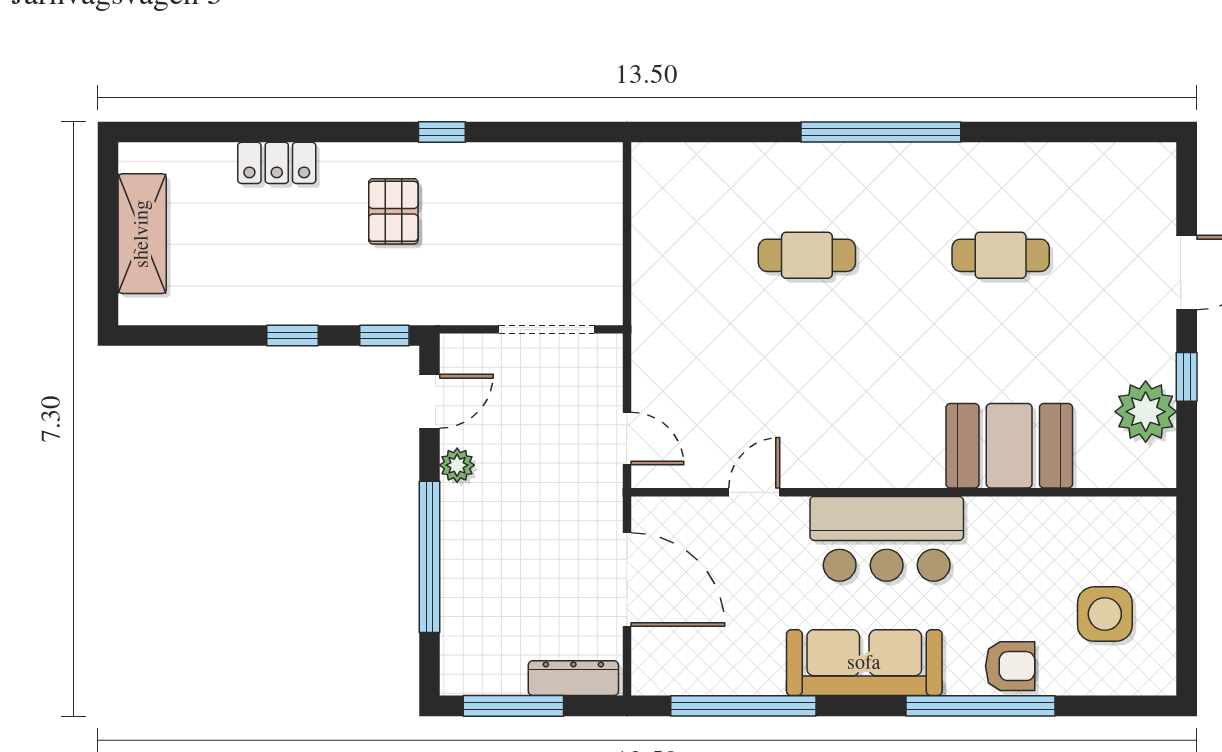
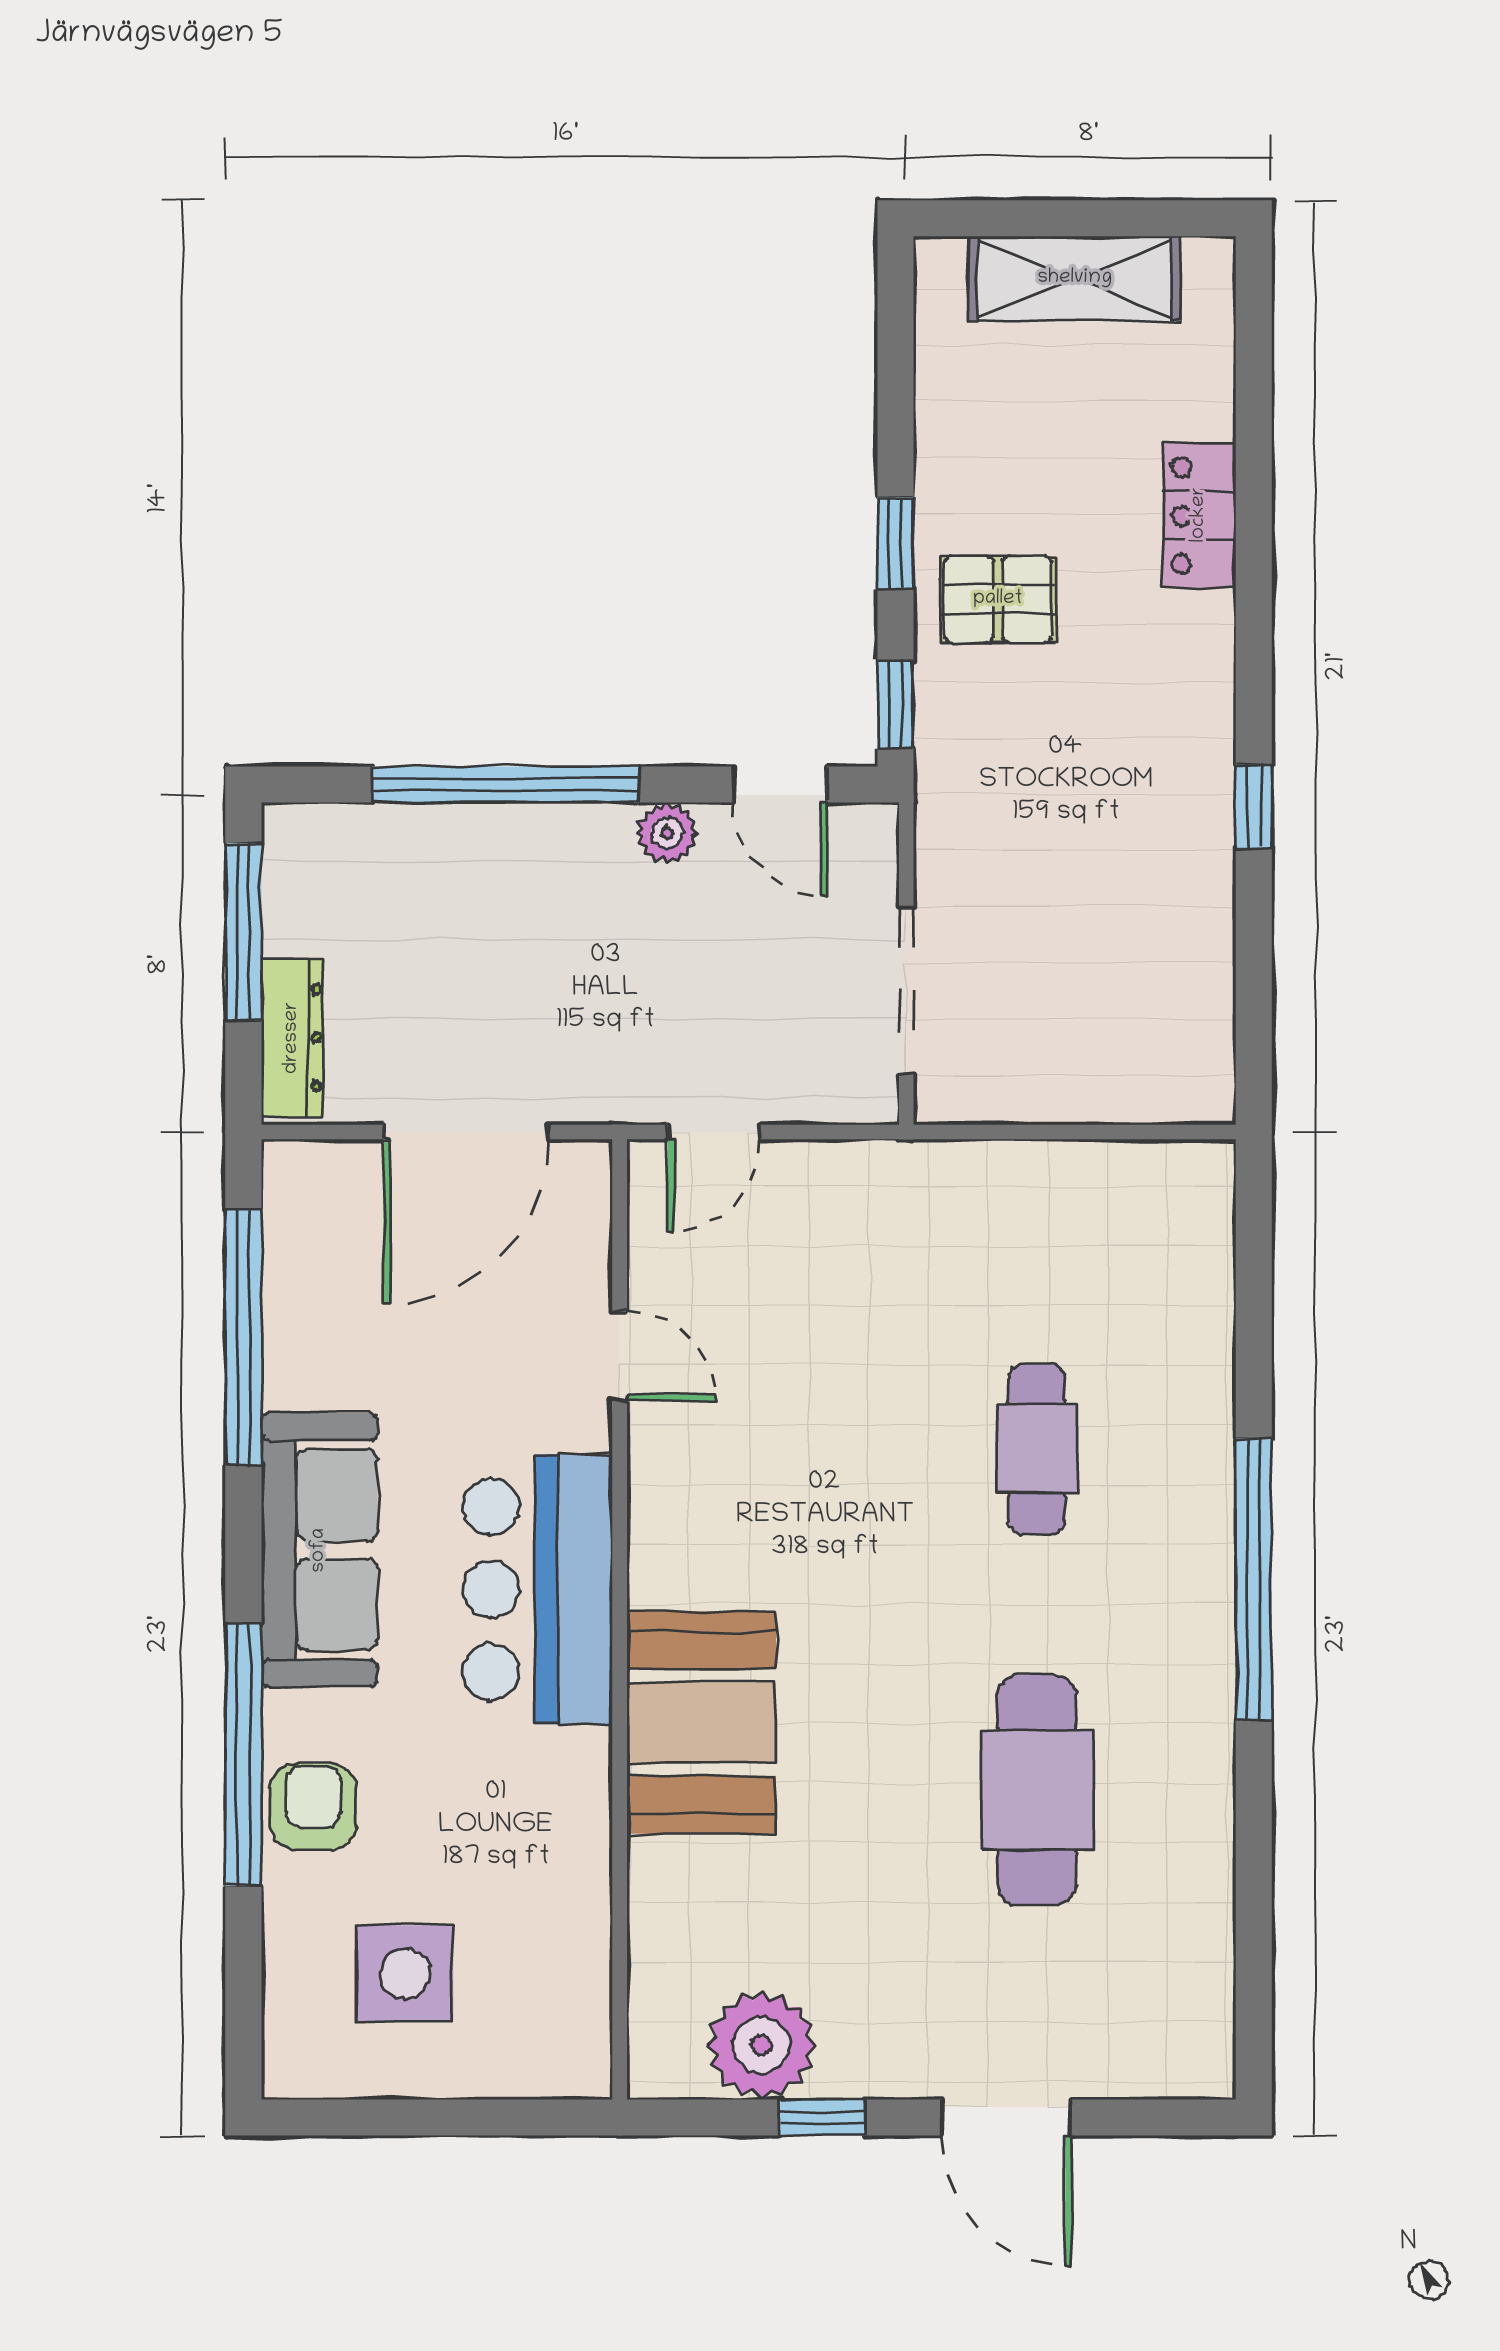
pallet: (393, 211) -> (998, 599), moved
cafe table: (1001, 255) -> (1037, 1790), width x1.37, depth x1.35
booth: (1009, 446) -> (701, 1723), moved
armchair: (1010, 666) -> (313, 1807), turned 180

